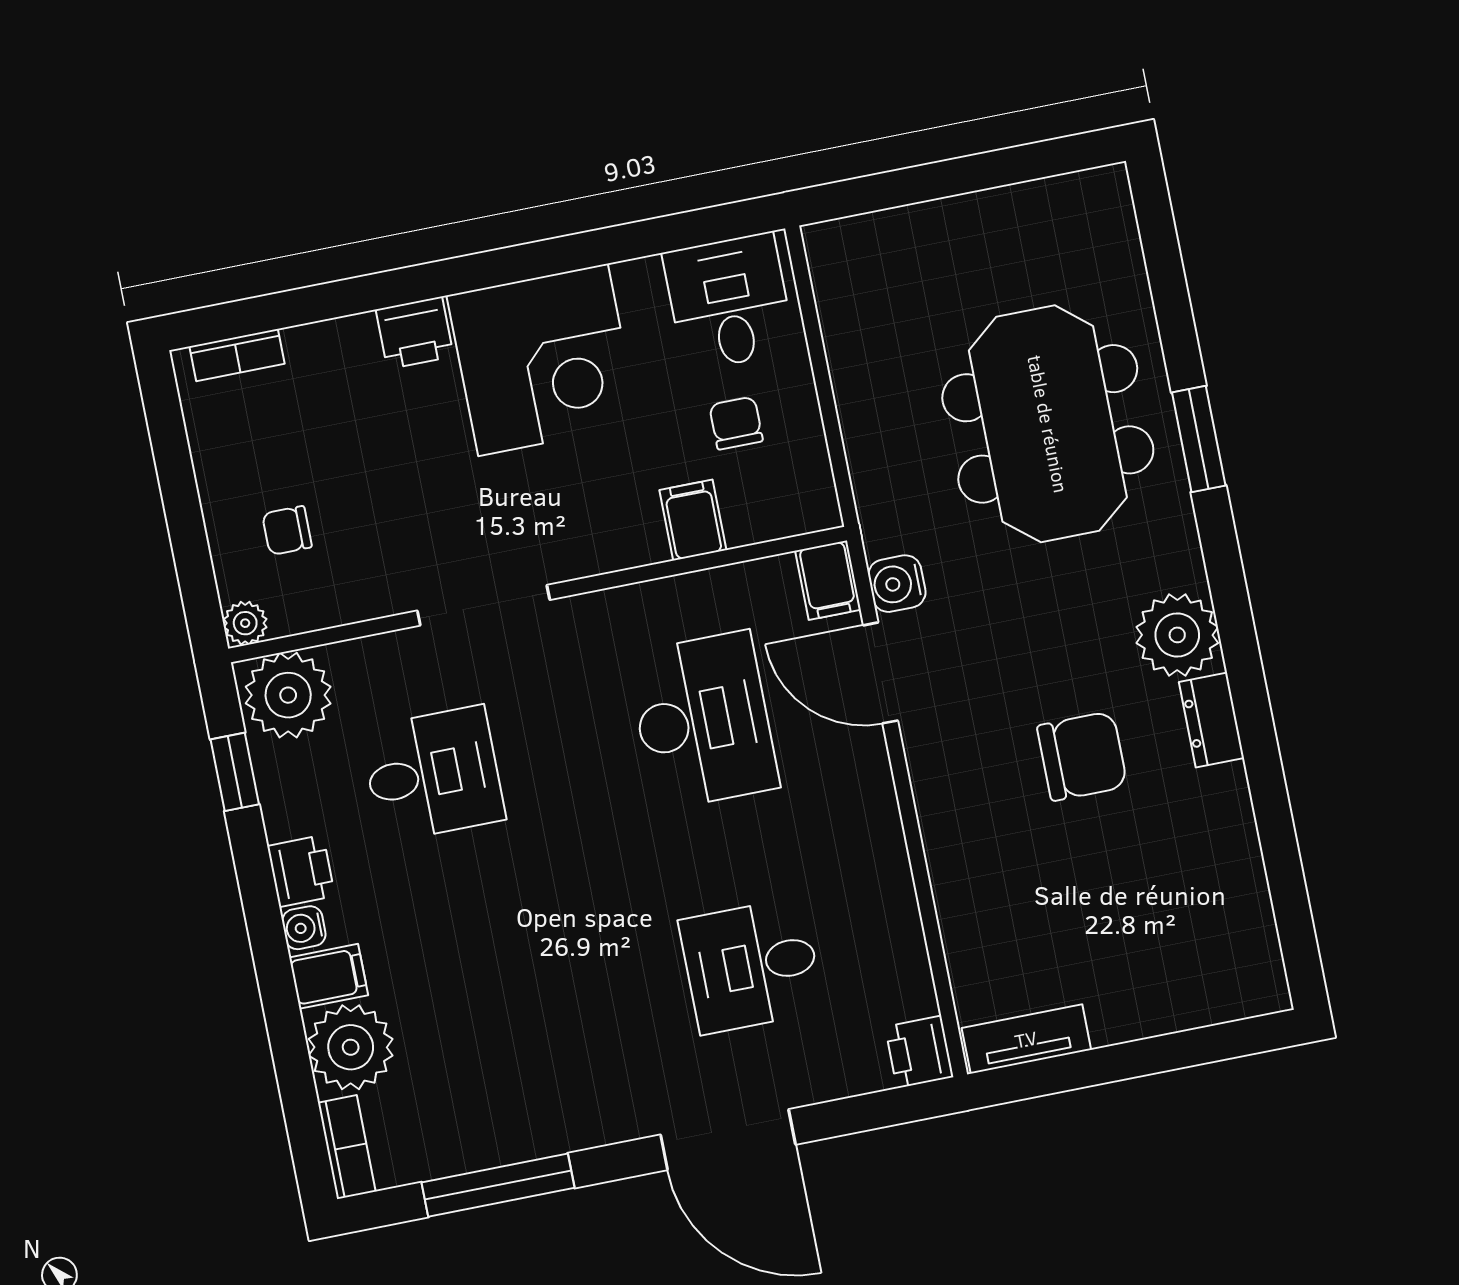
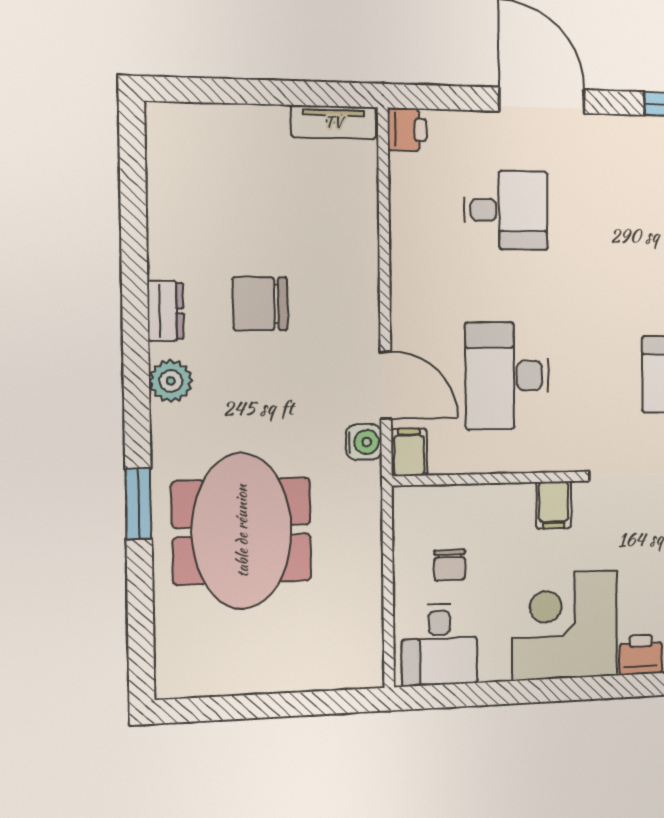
filing cabinet: (693, 520) -> (554, 505), moved
plant: (1177, 635) -> (171, 381), width x0.73, depth x0.73

